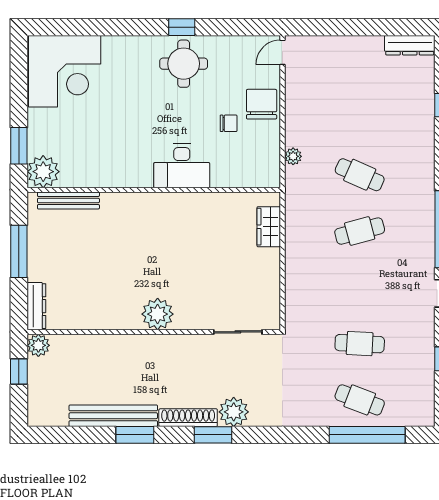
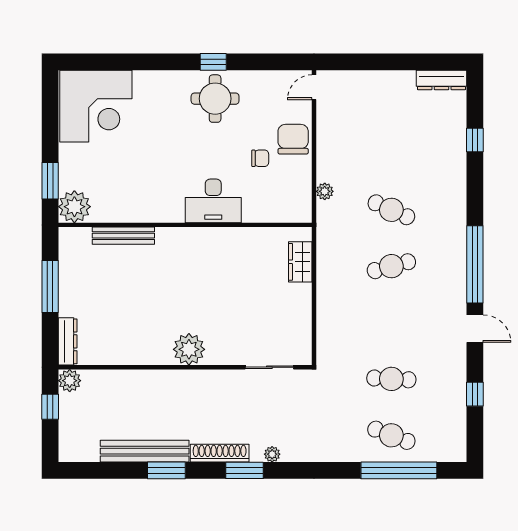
bench: (68, 201) -> (123, 236), moved
plant: (234, 412) -> (272, 454), width x0.53, depth x0.53

